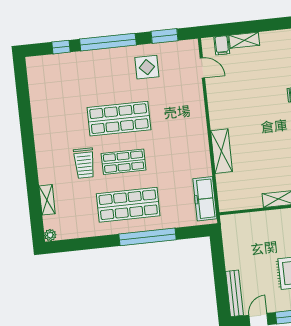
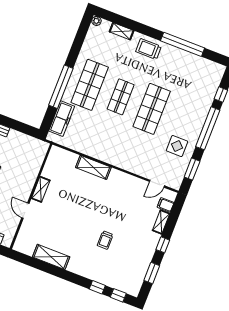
window: (270, 25) -> (163, 245), added
window: (26, 121) -> (183, 44), added
trolley: (84, 163) -> (148, 49), moved
freezer: (205, 199) -> (62, 119), moved, turned 90

